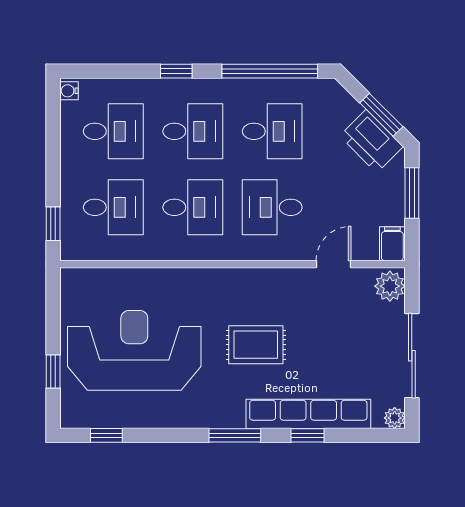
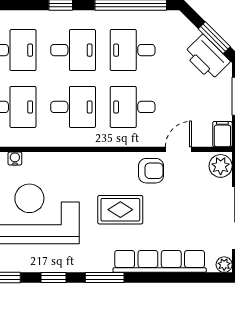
desk: (272, 131) -> (133, 50), turned 180
water cooler: (115, 276) -> (15, 158), added
armchair: (297, 293) -> (151, 171), added
window: (307, 435) -> (53, 278), moved

